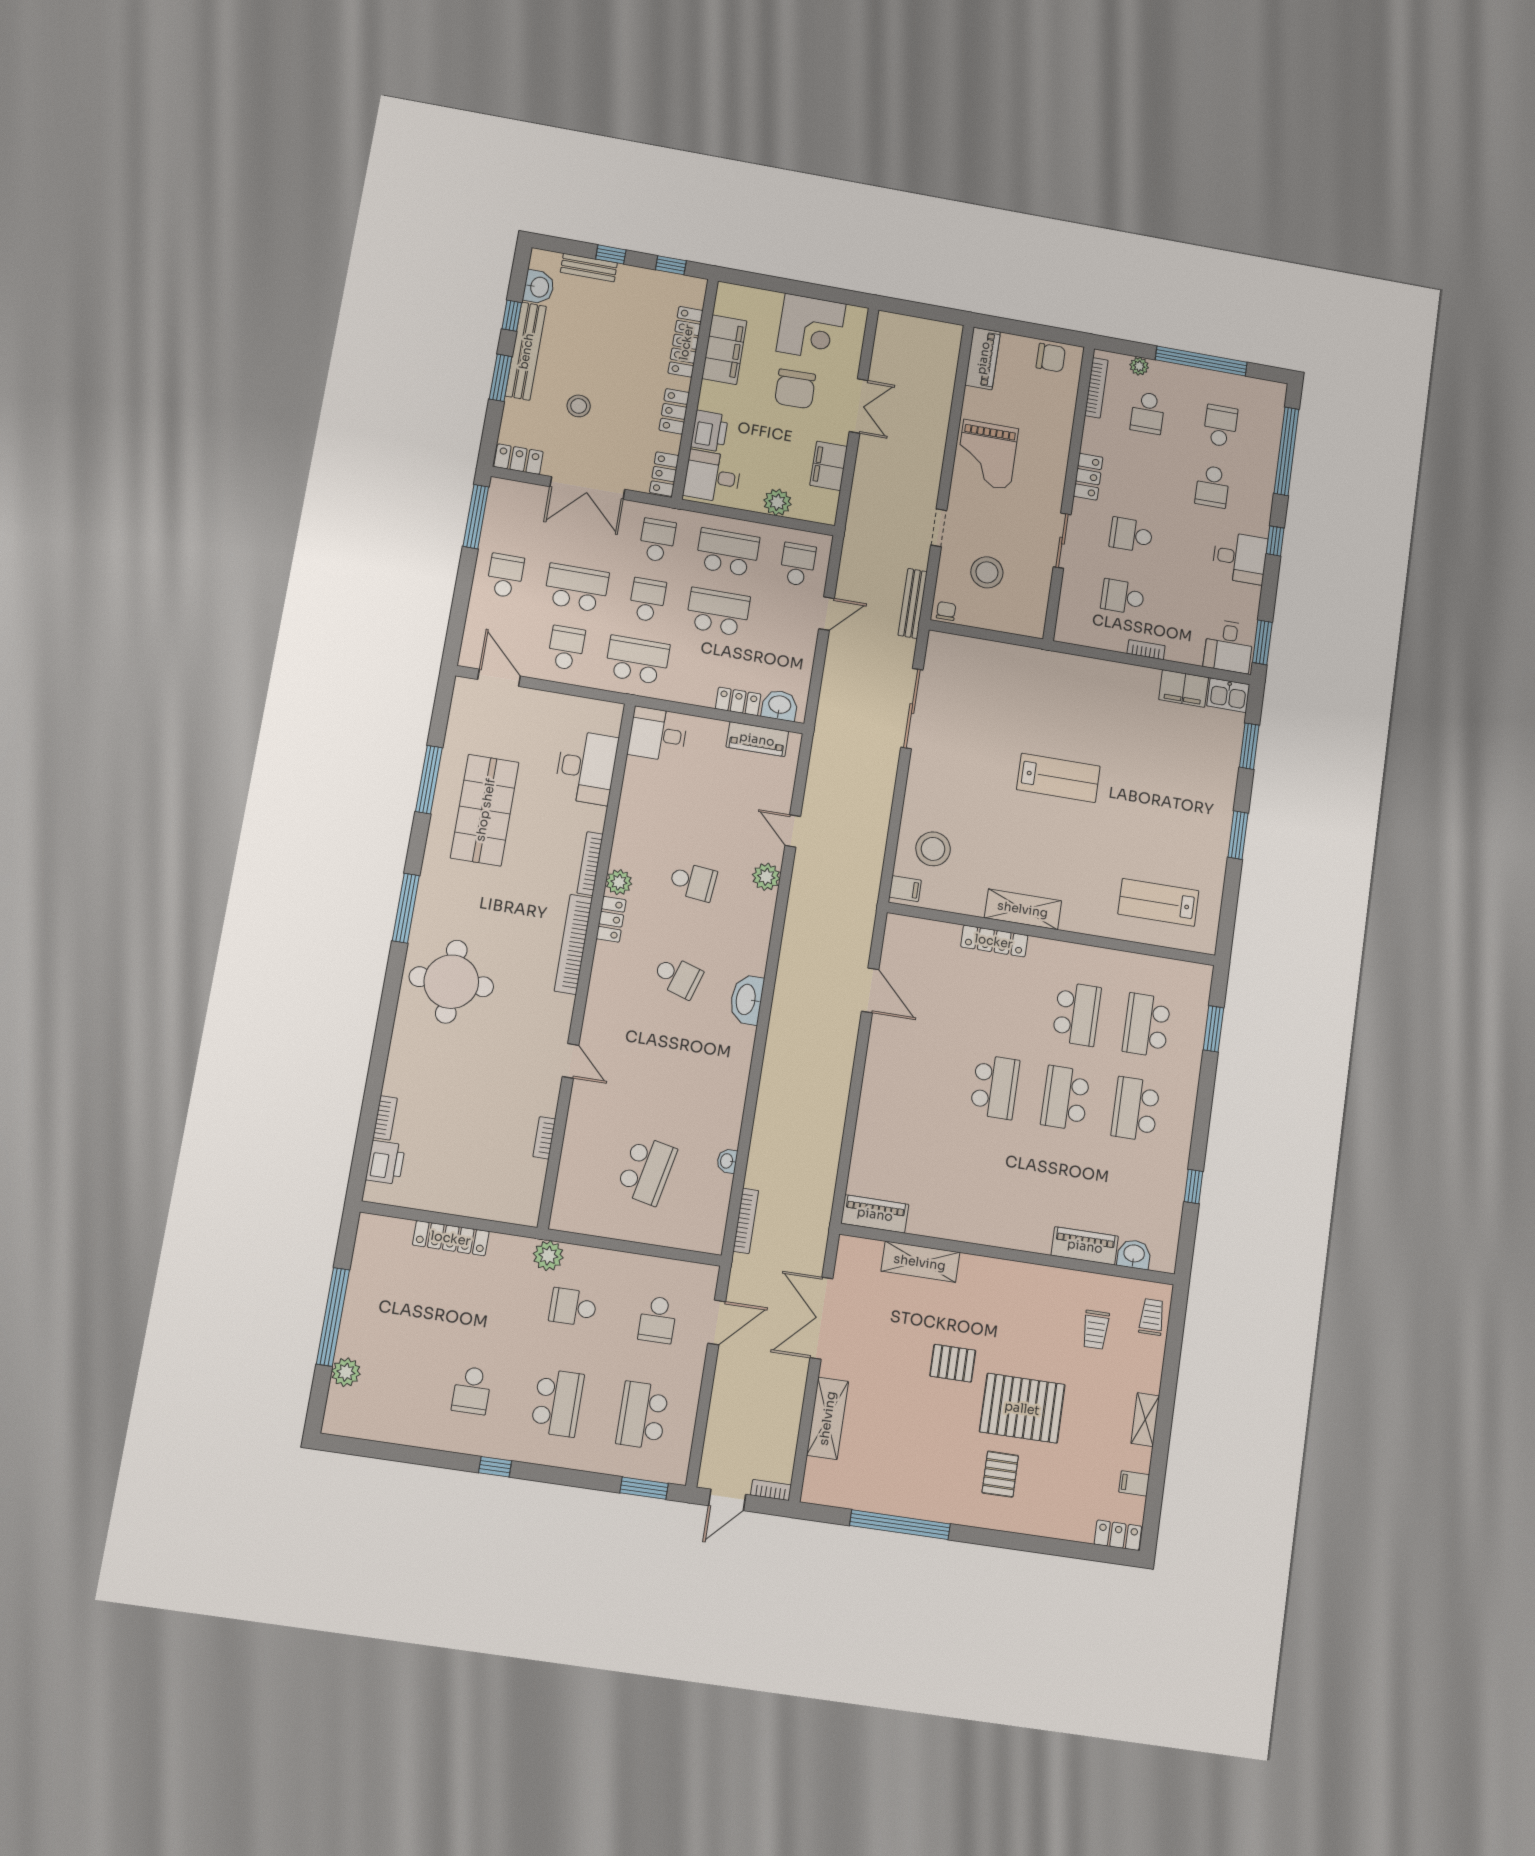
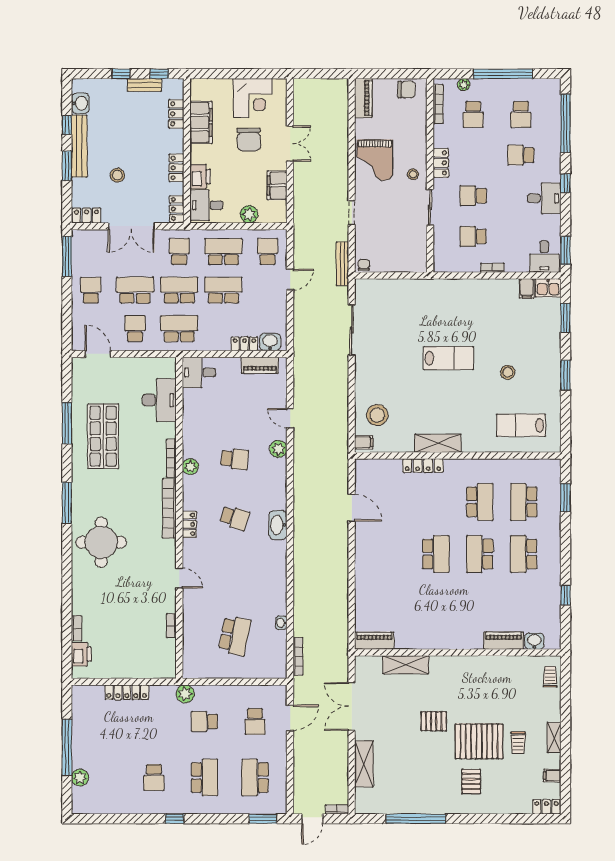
bench: (589, 268) -> (145, 85), moved
locker: (686, 342) -> (176, 114), width x0.66
school desk: (1220, 426) -> (521, 114), turned 180
school desk: (1212, 487) -> (521, 155), turned 90
stool: (987, 572) -> (413, 174), moved, width x0.53, depth x0.53
school desk: (647, 600) -> (179, 290), width x1.85
filing cabinet: (1184, 688) -> (527, 288), width x0.50
stool: (1148, 816) -> (508, 372), added
locker: (611, 919) -> (189, 524), moved
trolley: (1096, 1330) -> (518, 743), moved

